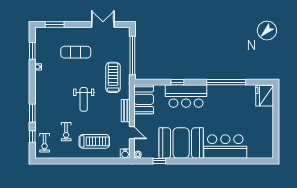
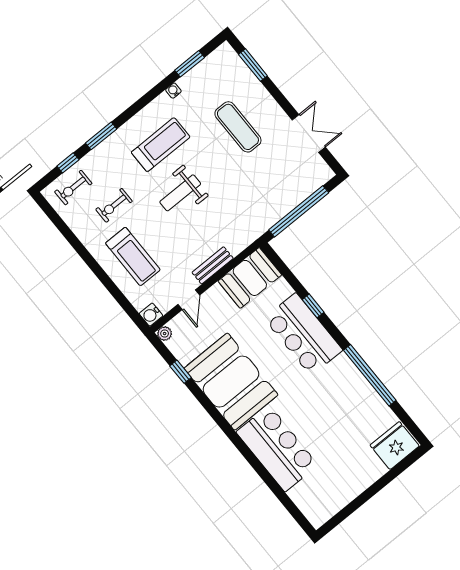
treadmill: (113, 77) -> (161, 145), moved

